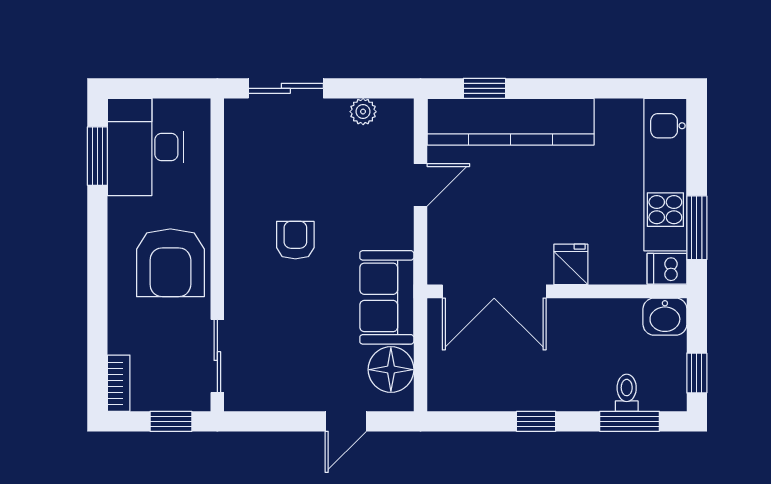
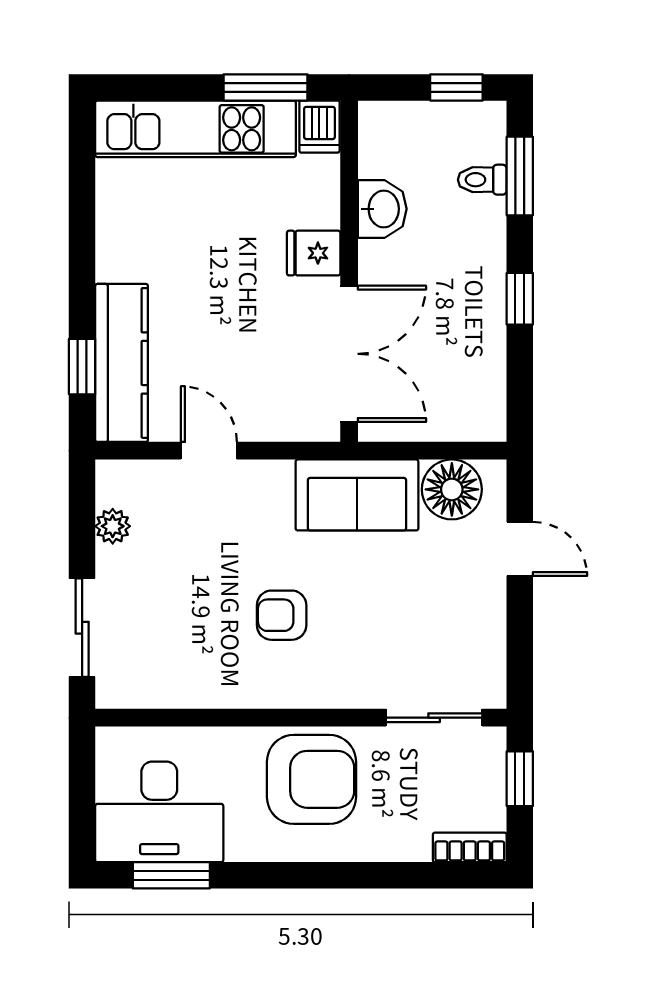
kitchen counter: (511, 122) -> (122, 363), width x0.72, depth x0.86
washbasin: (665, 317) -> (382, 209), moved

